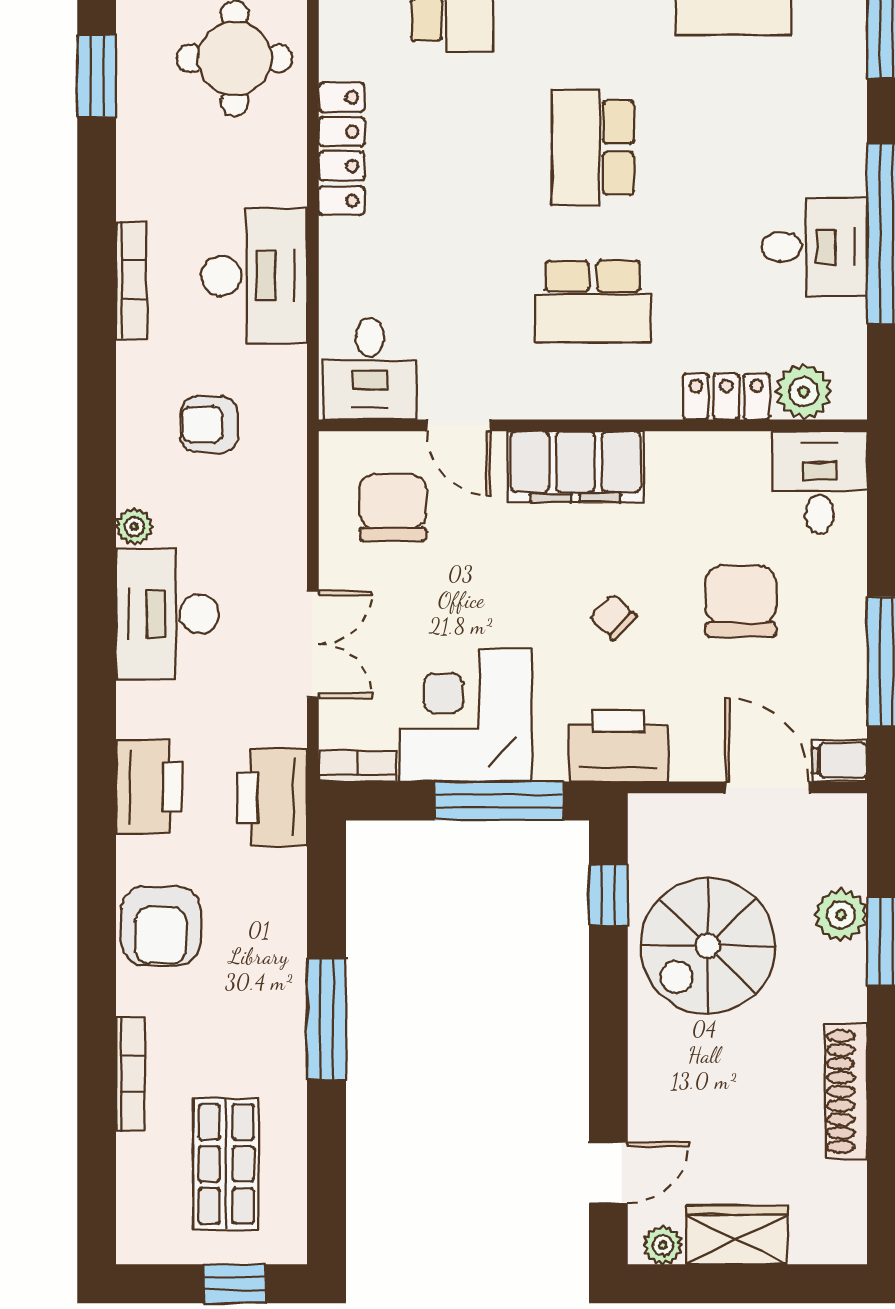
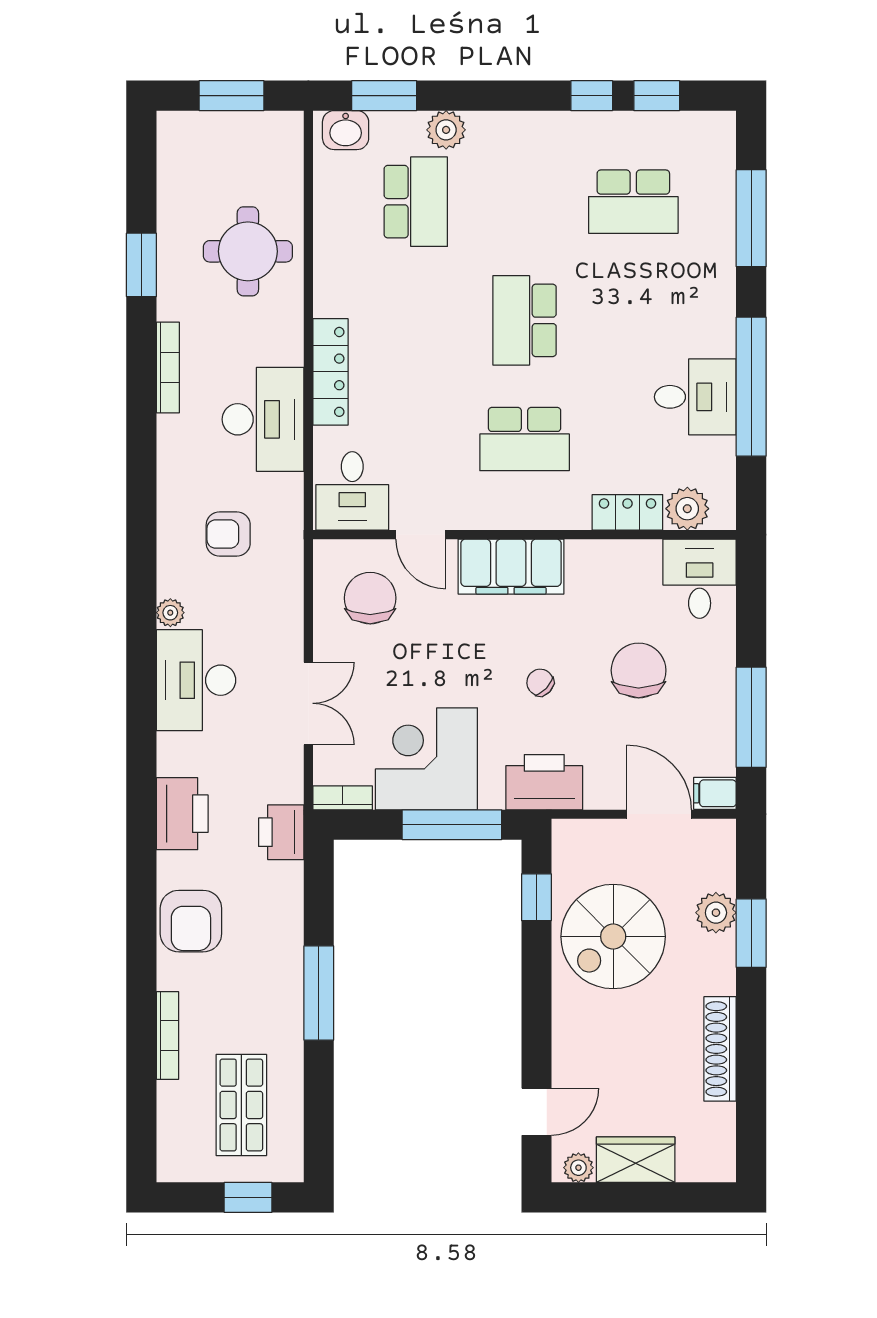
locker: (342, 149) -> (330, 372), moved
bookcase: (131, 280) -> (168, 367), moved
printer: (272, 797) -> (281, 832), width x0.73, depth x0.84

